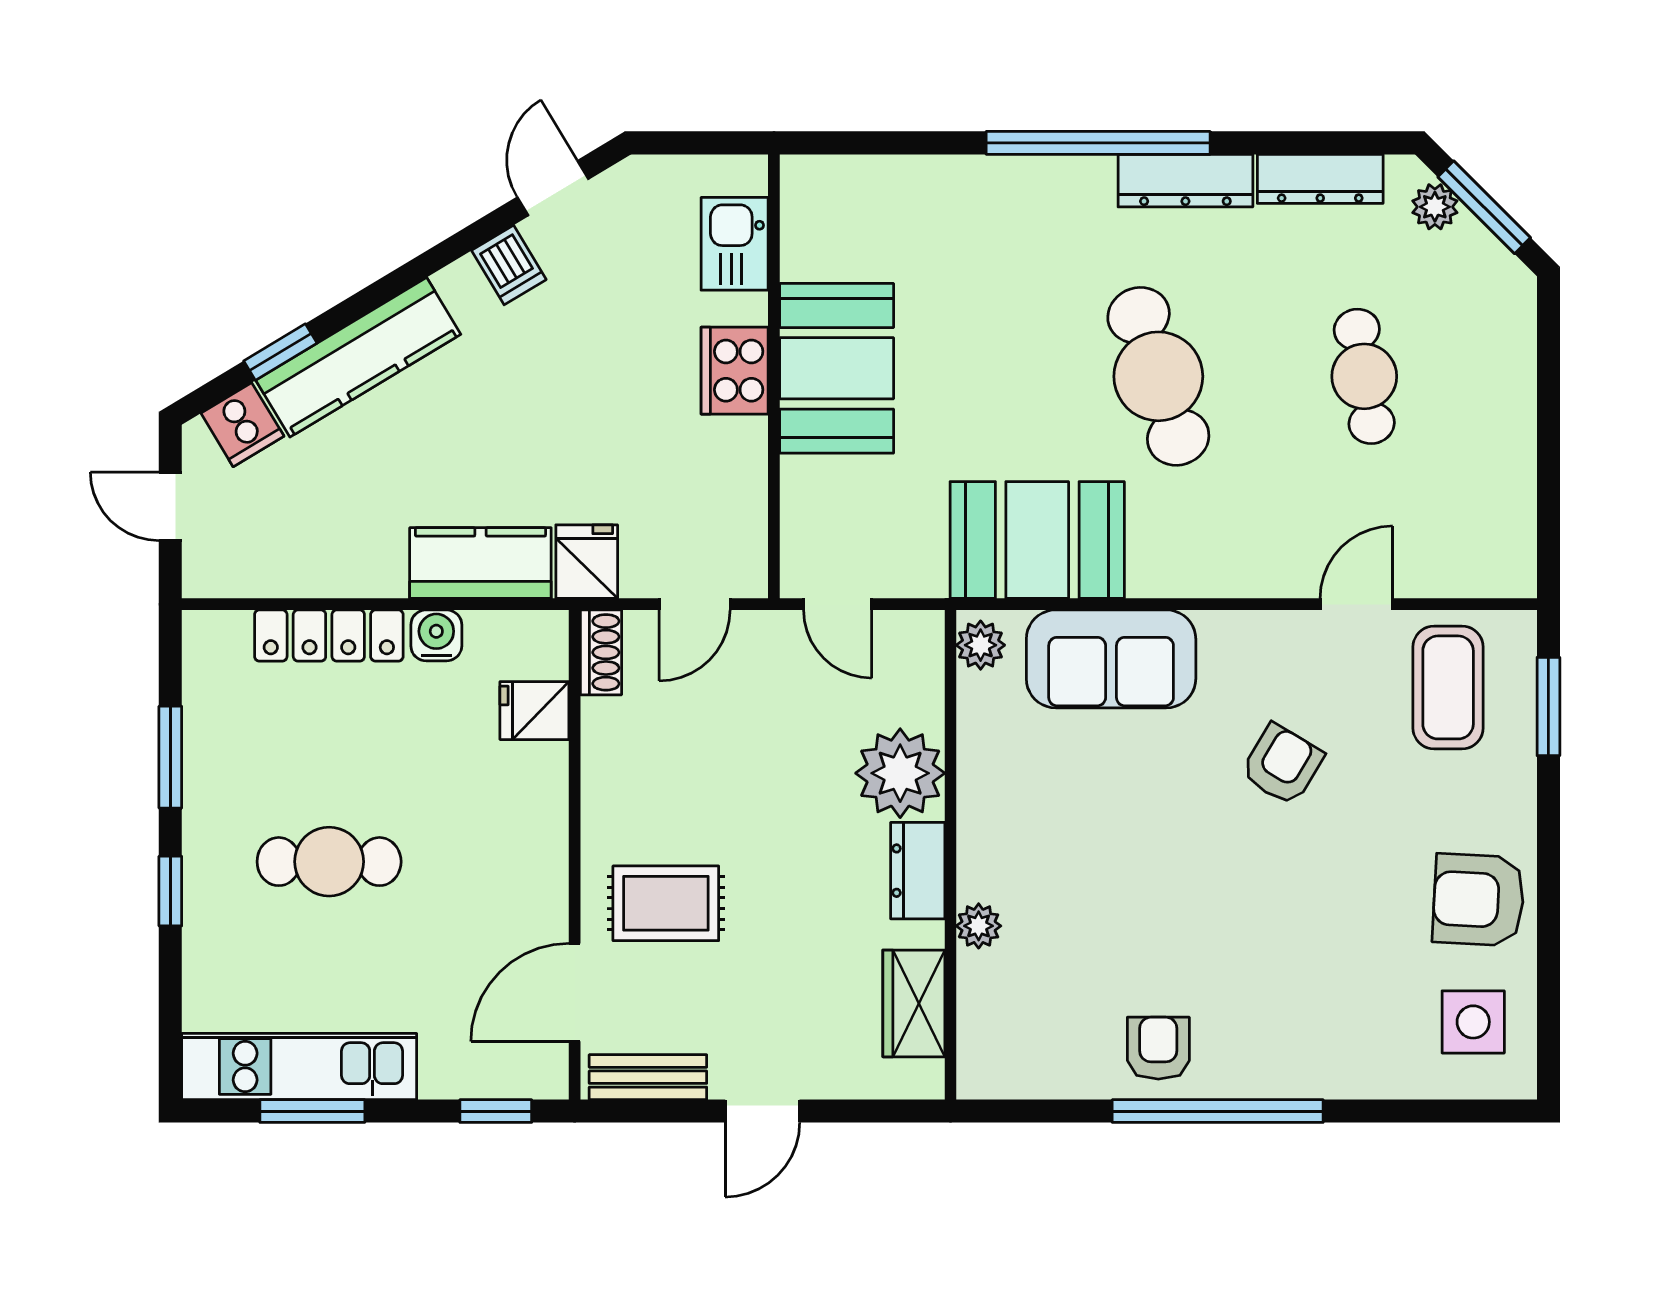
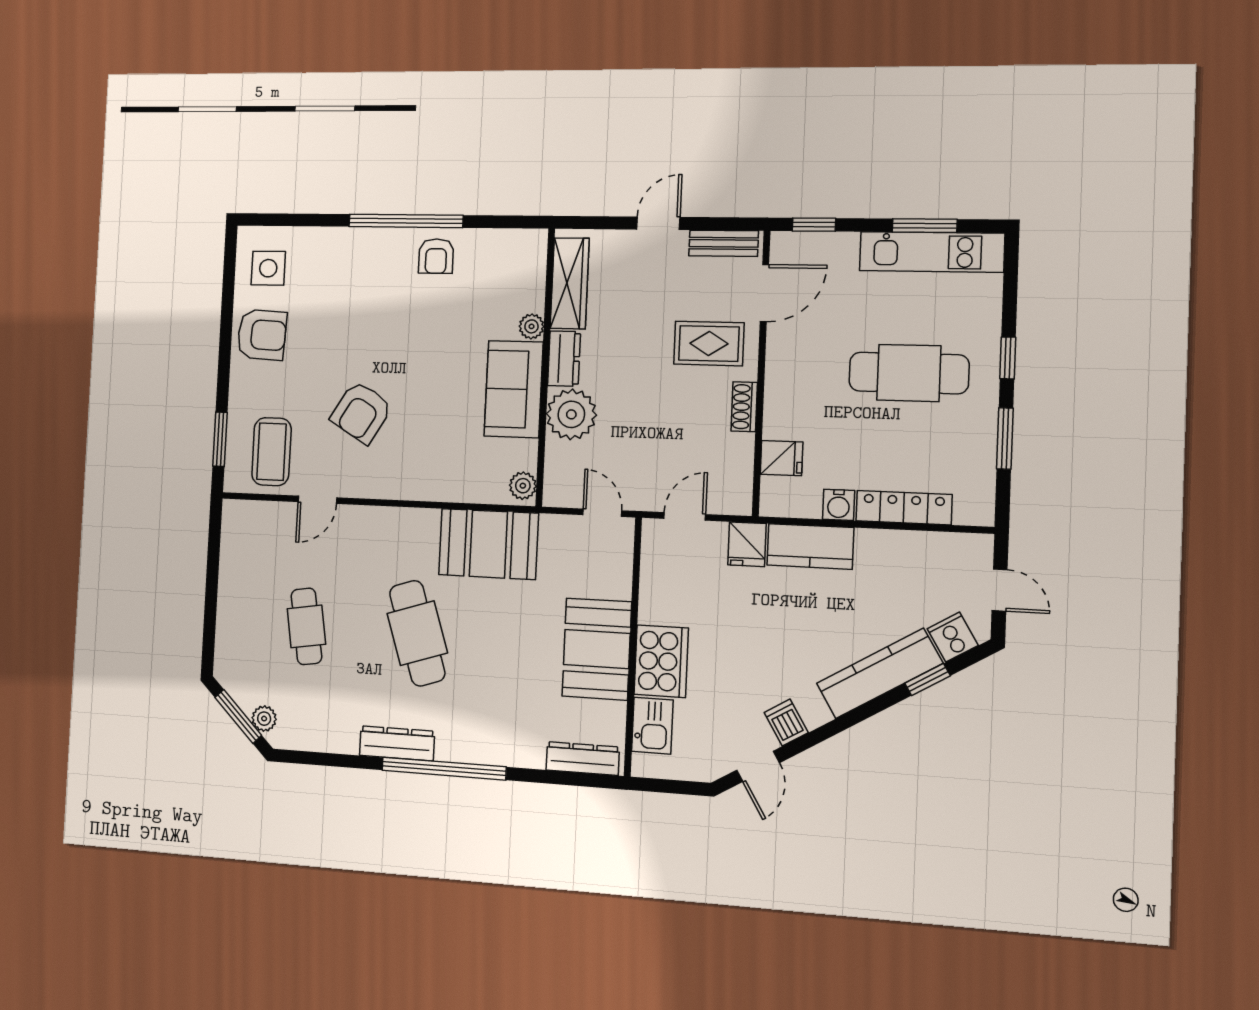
dresser: (1320, 179) -> (583, 759), moved
cooker: (735, 371) -> (661, 661), width x1.37, depth x1.31
shoe rack: (601, 652) -> (744, 407), moved
sofa: (1111, 659) -> (514, 389), moved, turned -90
armchair: (1282, 765) -> (361, 412), width x1.38, depth x1.38
cafe table: (329, 862) -> (909, 373), width x1.37, depth x1.35
wardrobe: (914, 1003) -> (570, 283), width x1.50

